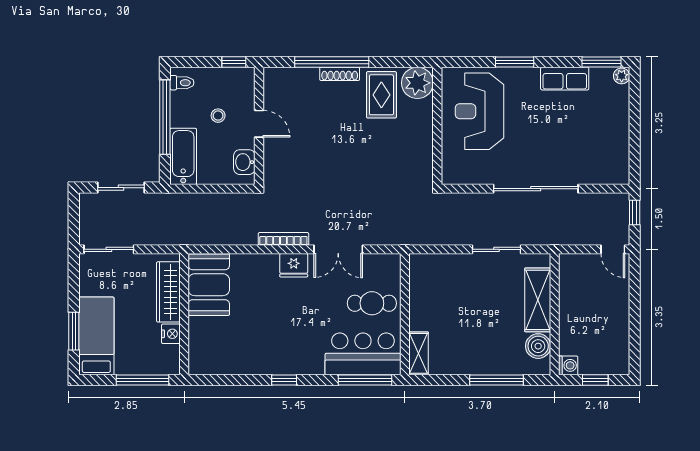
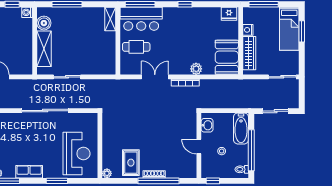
plant: (417, 83) -> (107, 173), width x0.53, depth x0.53
plant: (264, 264) -> (196, 69), added
fridge: (294, 265) -> (229, 14), moved, turned 180

